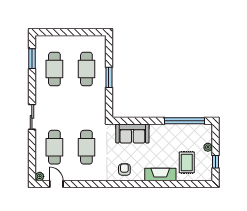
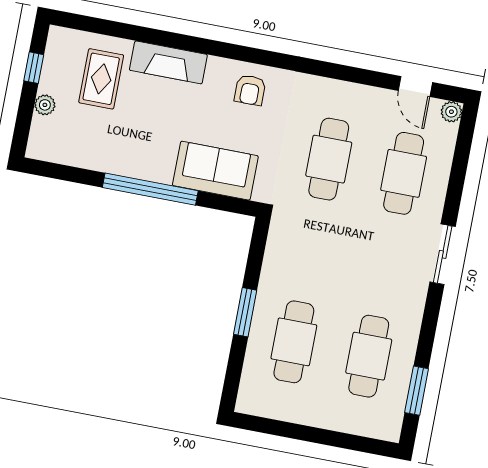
window: (184, 121) -> (150, 189), moved

